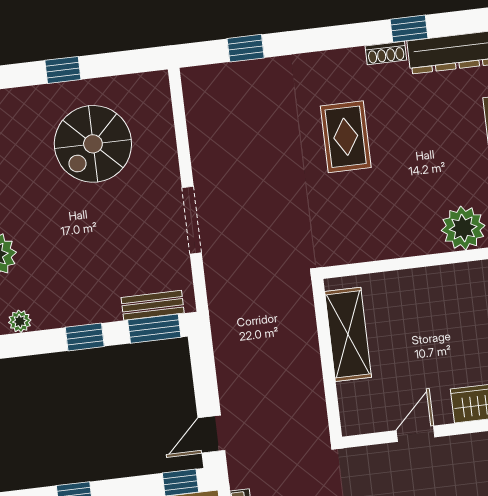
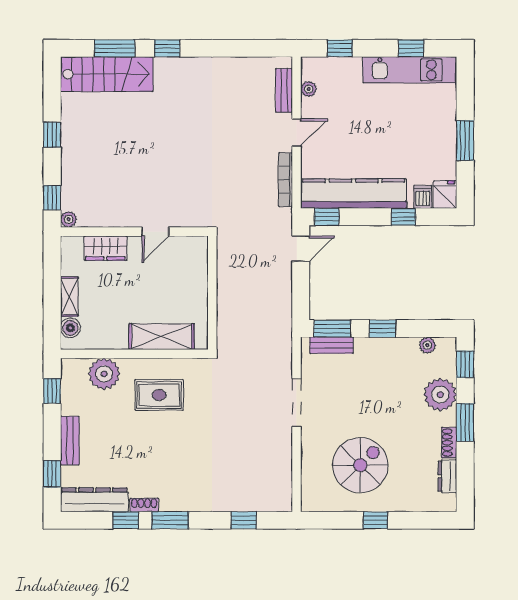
window: (348, 36) -> (170, 520), added
rug: (346, 137) -> (159, 395), moved, turned 90
shelving: (348, 334) -> (162, 337), moved, turned 90

